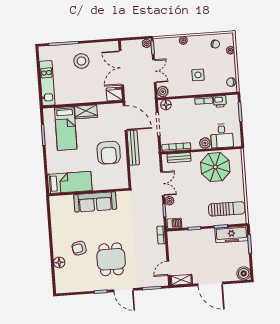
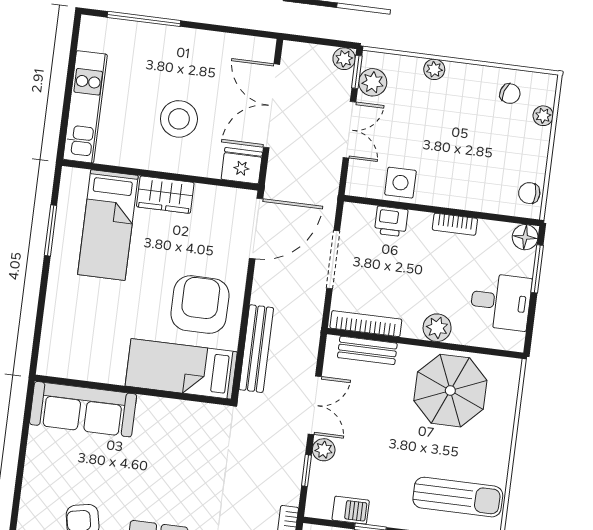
stool: (81, 61) -> (179, 119), moved
side table: (198, 75) -> (400, 183), moved
plant: (163, 92) -> (373, 82), moved
printer: (220, 101) -> (391, 221), moved
floor lamp: (166, 105) -> (525, 237), moved
door: (125, 118) -> (256, 228), hinge flipped
desk: (222, 136) -> (501, 302), moved, turned -90
bench: (133, 148) -> (256, 349), moved
armchair: (109, 153) -> (200, 305), turned 180
bed: (70, 182) -> (181, 369), moved, turned 180
sofa: (95, 202) -> (83, 409), moved
barbecue: (174, 223) -> (351, 510), moved

